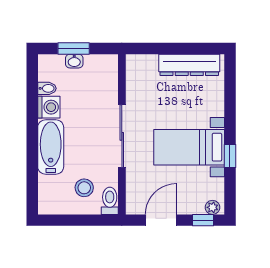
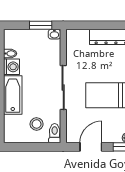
window: (74, 48) -> (41, 25), moved
washbasin: (74, 61) -> (54, 34), moved

